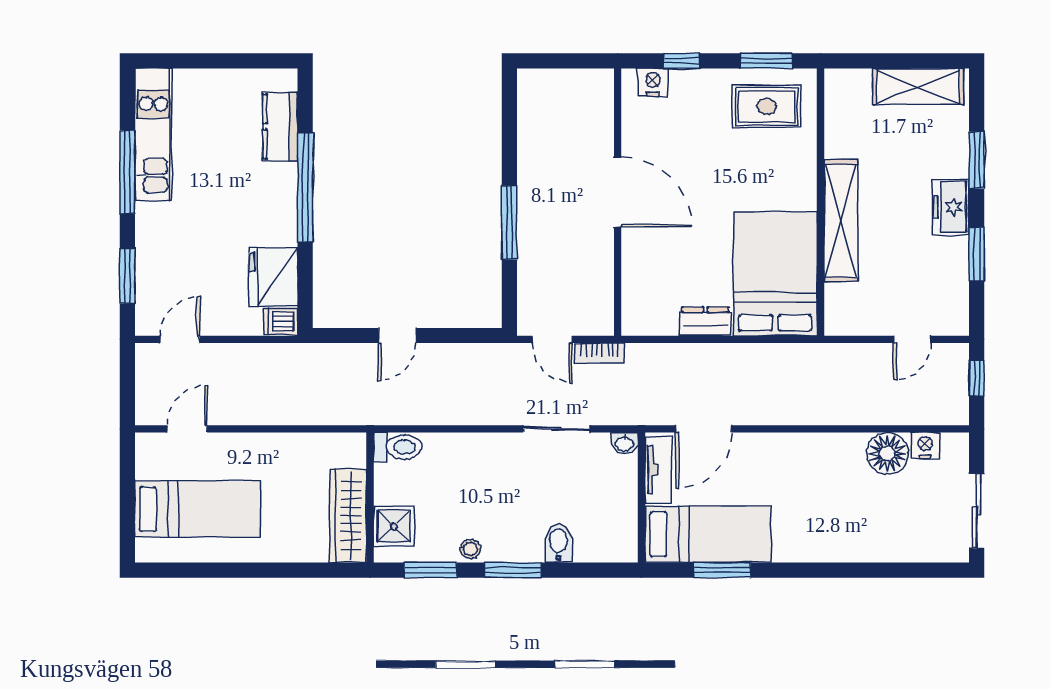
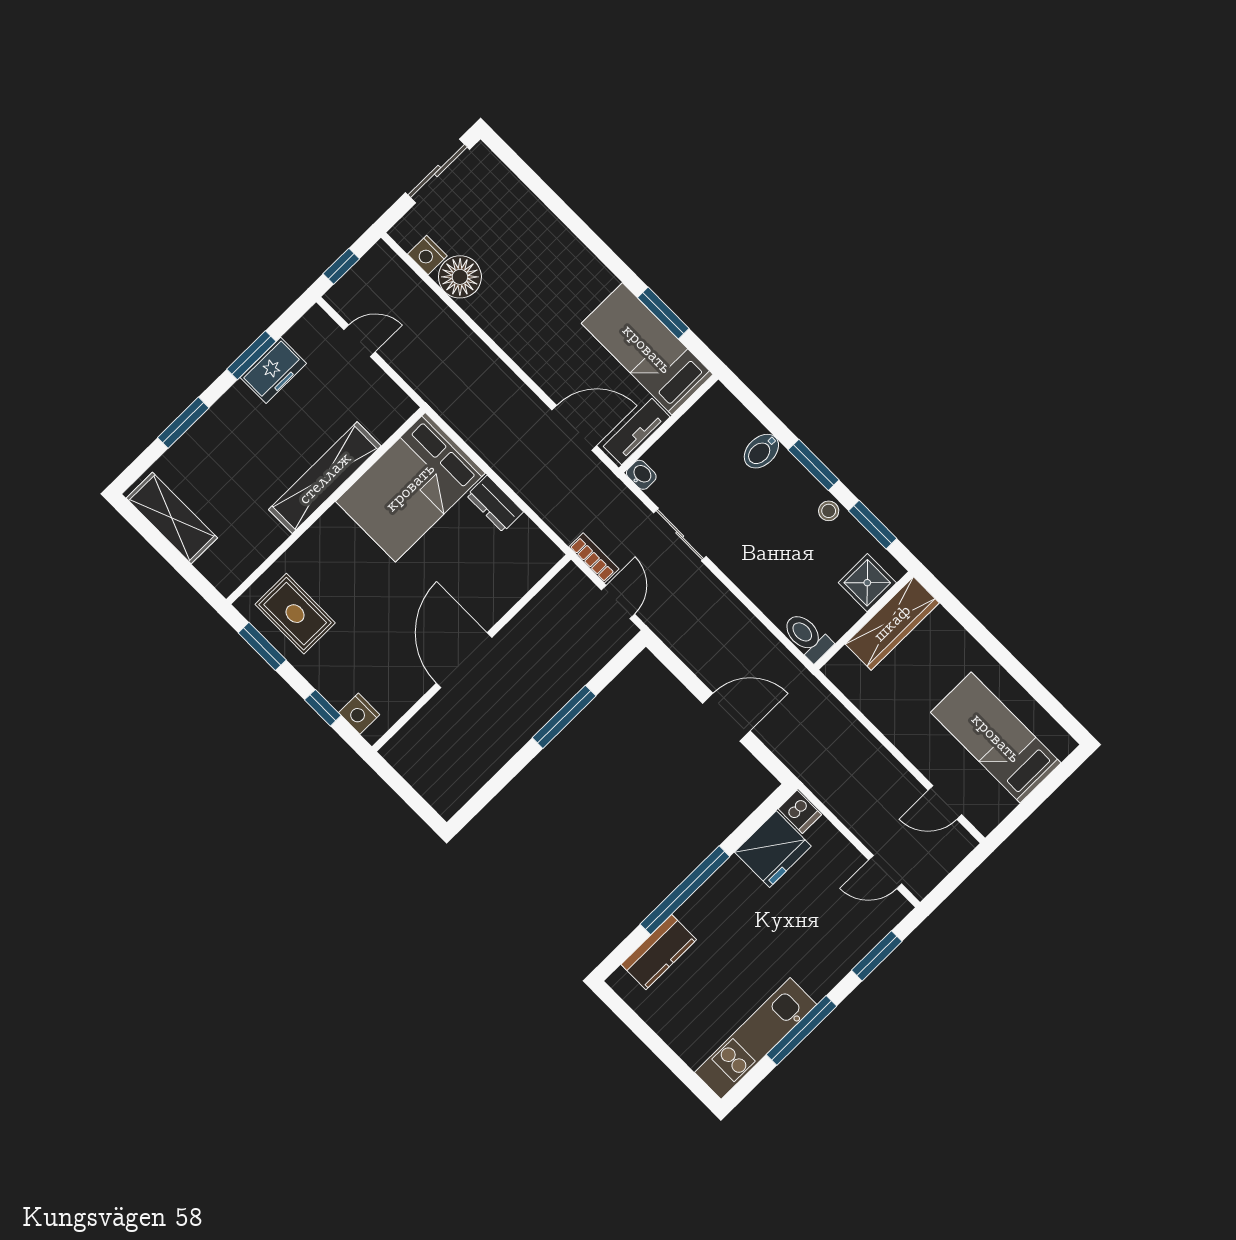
freezer: (951, 207) -> (273, 370), moved
door: (397, 335) -> (726, 717), width x1.38

